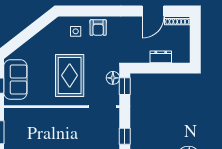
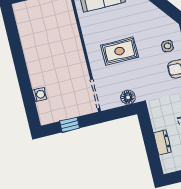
rug: (70, 75) -> (120, 51), width x0.73, depth x0.70
window: (125, 86) -> (122, 112), removed

